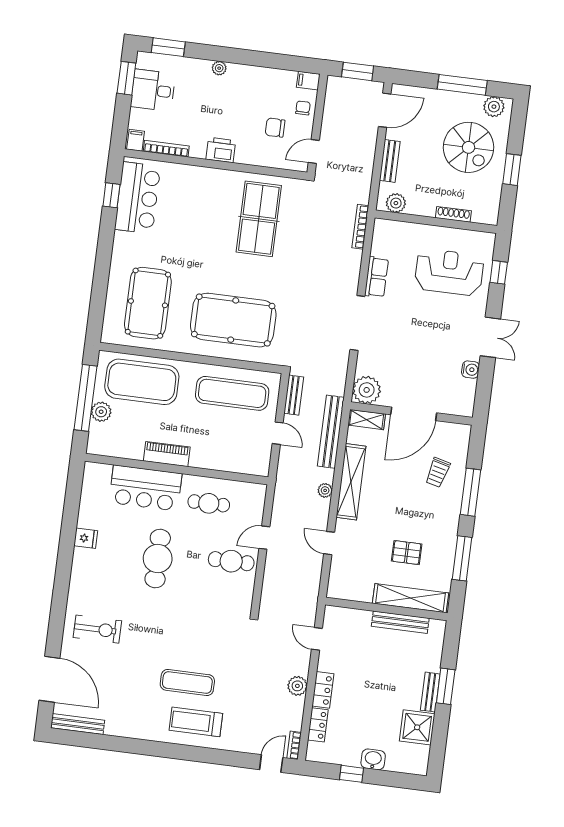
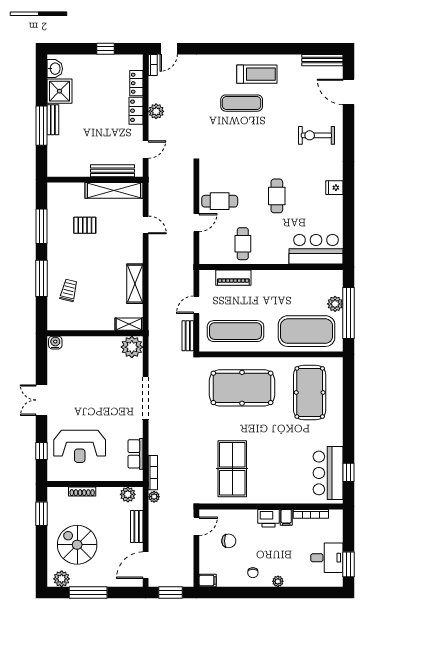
window: (168, 47) -> (319, 592), removed
chair: (303, 108) -> (253, 573), moved
filing cabinet: (136, 140) -> (286, 517), moved
window: (512, 170) -> (41, 514), moved
row of seats: (377, 277) -> (135, 454), moved
water cooler: (470, 370) -> (55, 343), moved, turned 90
door: (414, 414) -> (93, 333), removed
bench: (331, 432) -> (155, 311), removed
door: (278, 433) -> (196, 305), hinge flipped
piano: (167, 454) -> (233, 278), moved
shelving: (351, 482) -> (135, 284), width x0.68
bar counter: (145, 488) -> (316, 249), moved
plant: (325, 490) -> (154, 497), moved
cafe table: (209, 503) -> (243, 244), turned 90
fridge: (86, 538) -> (334, 188), moved
cafe table: (158, 559) -> (277, 196), width x0.73, depth x0.74
shelving: (411, 598) -> (114, 190), moved
bench: (400, 622) -> (113, 171), moved
door: (317, 639) -> (146, 150), hinge flipped
door: (49, 679) -> (349, 92), width x0.73
window: (446, 686) -> (41, 126), width x1.44
treadmill: (196, 722) -> (257, 74), moved
washbasin: (373, 759) -> (55, 69), moved, turned -90

